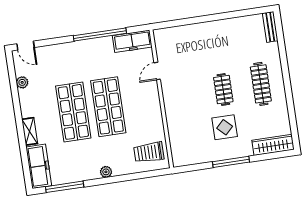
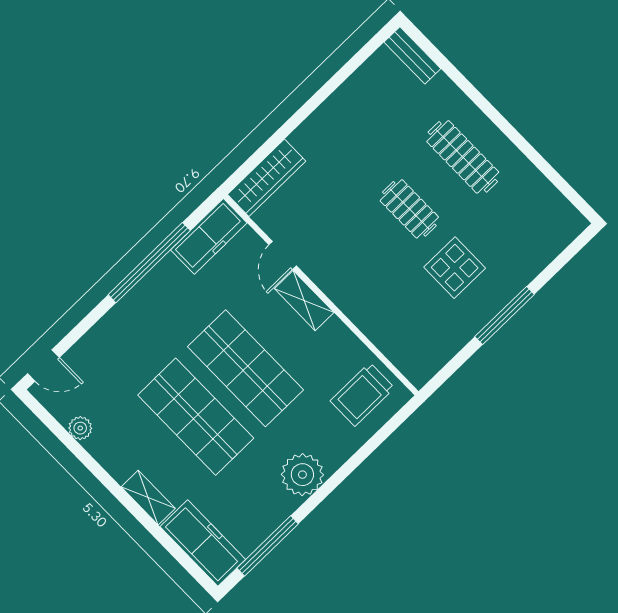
shelving: (153, 96) -> (304, 301), added
wardrobe: (273, 145) -> (267, 178), moved, turned 180
plant: (106, 172) -> (302, 475), width x1.87, depth x1.87

